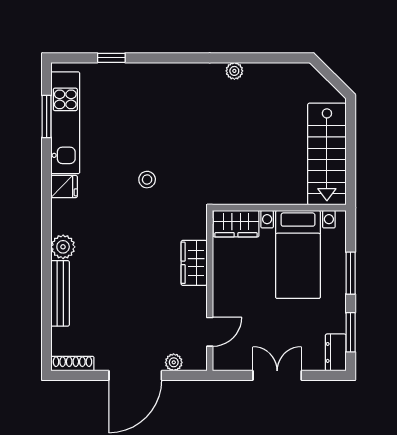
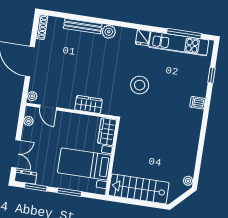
plant: (234, 71) -> (188, 181), moved
dishwasher: (162, 75) -> (198, 103), added
window: (47, 116) -> (184, 34), width x1.44
stool: (147, 180) -> (140, 85), width x1.89, depth x1.89
plant: (174, 362) -> (32, 96), moved
plant: (238, 362) -> (28, 121), added
double door: (277, 375) -> (16, 154), moved

